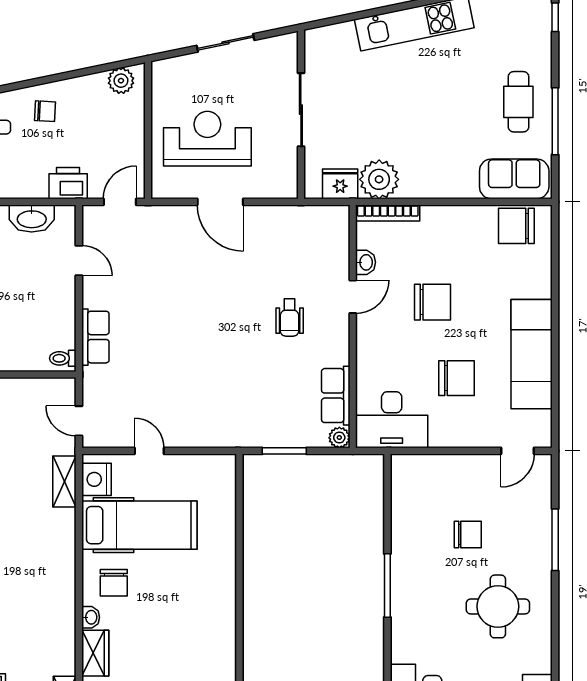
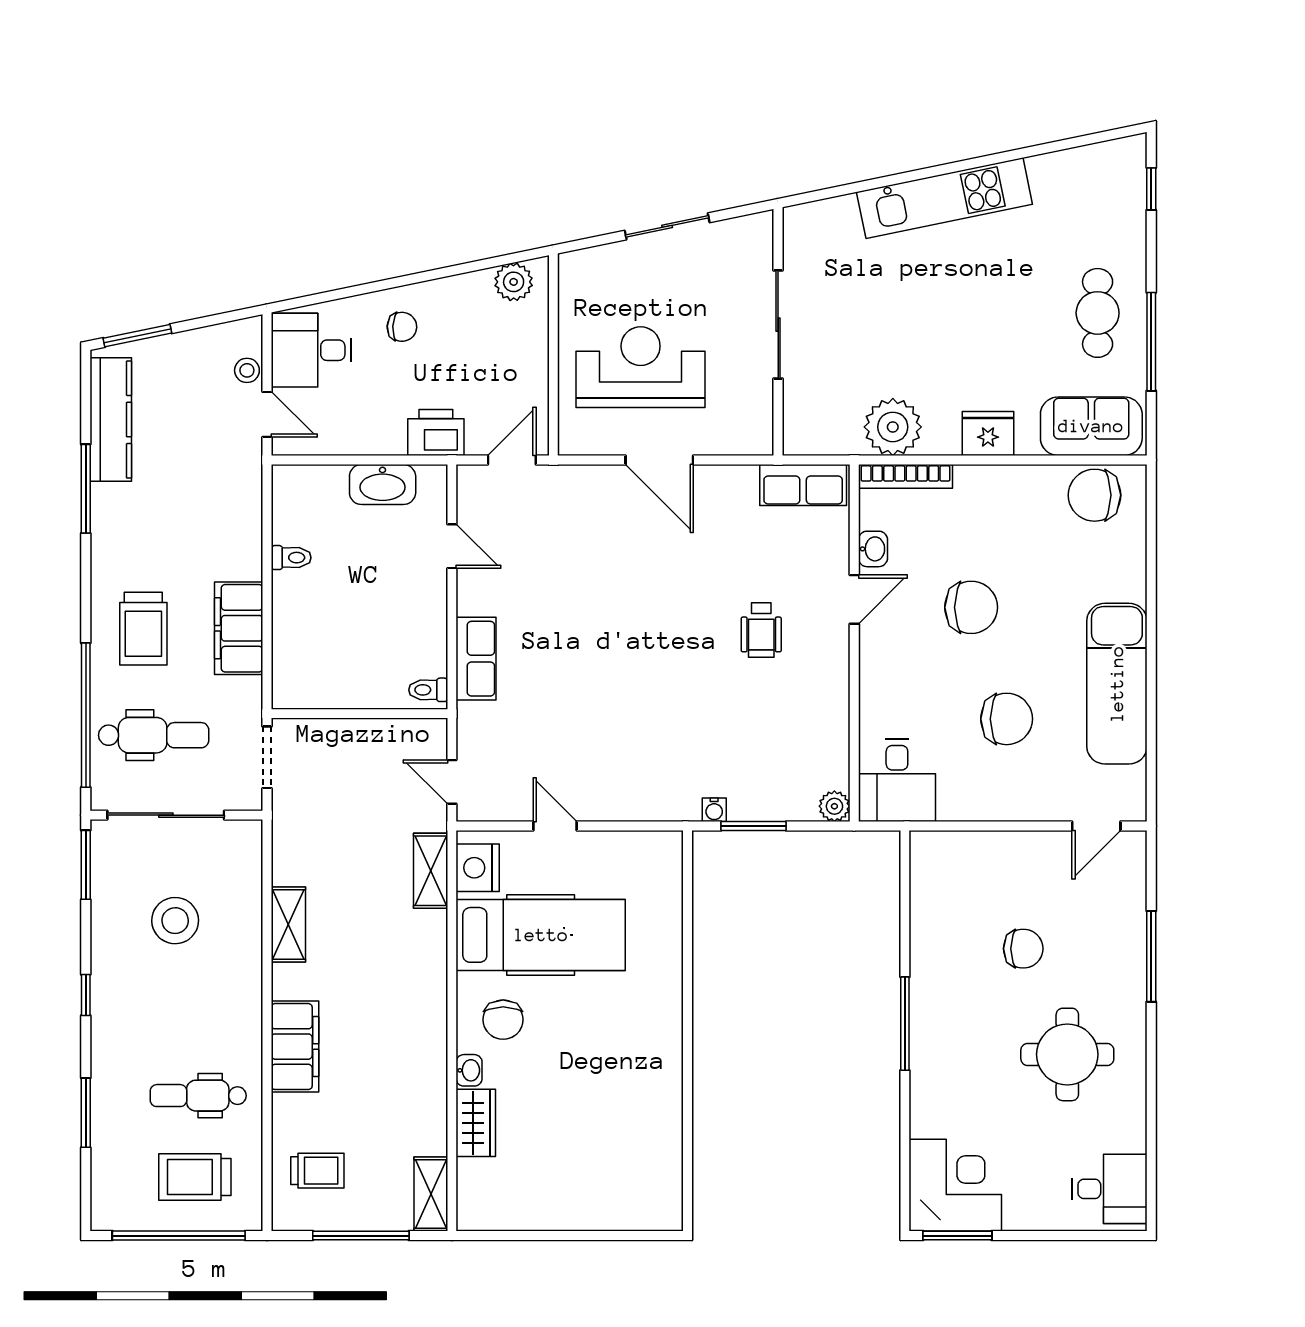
fridge: (340, 184) -> (988, 433), moved
row of seats: (336, 396) -> (803, 485), moved, turned -90
desk: (392, 420) -> (897, 780), width x0.73
water cooler: (257, 440) -> (714, 810), added

